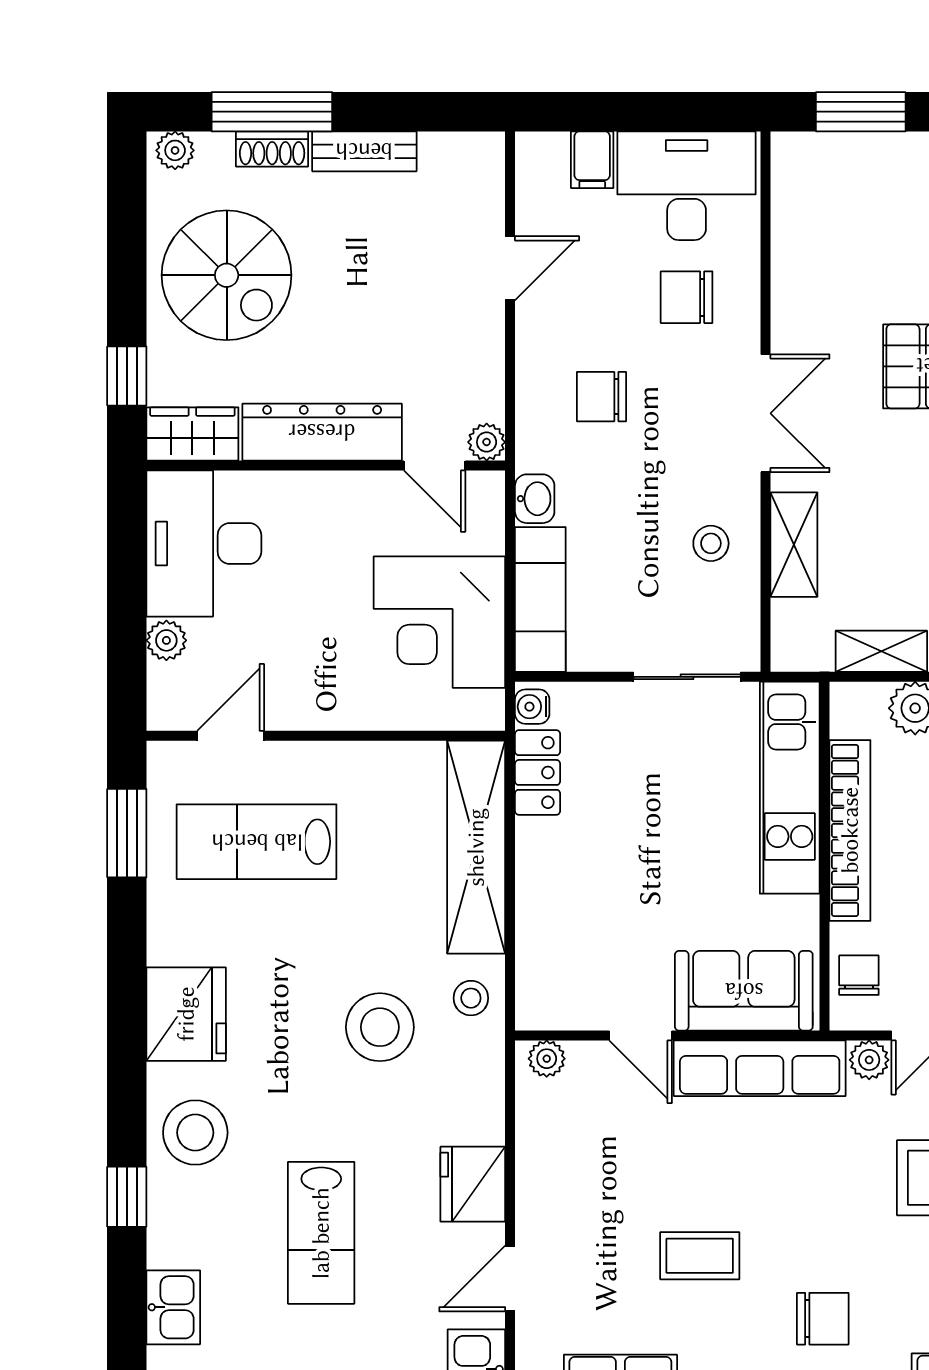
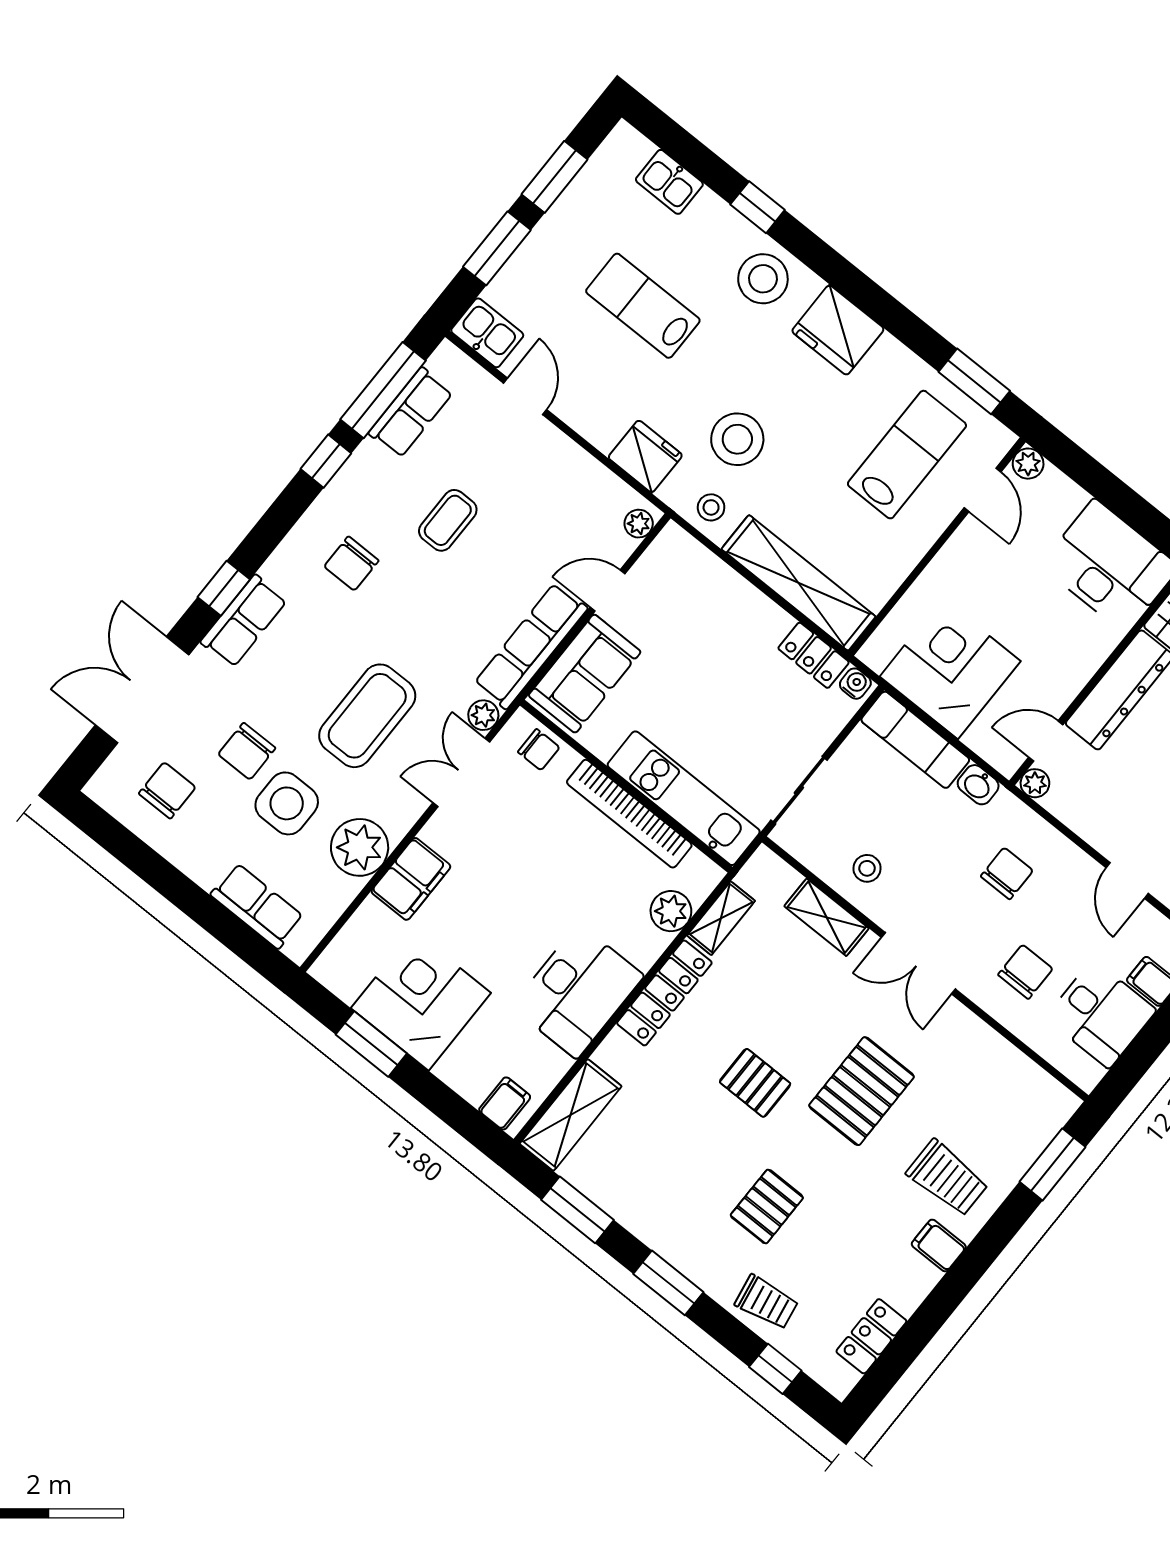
desk: (687, 186) -> (1101, 1014), width x0.73
plant: (166, 640) -> (1028, 464), moved
fridge: (473, 1184) -> (645, 456), moved

